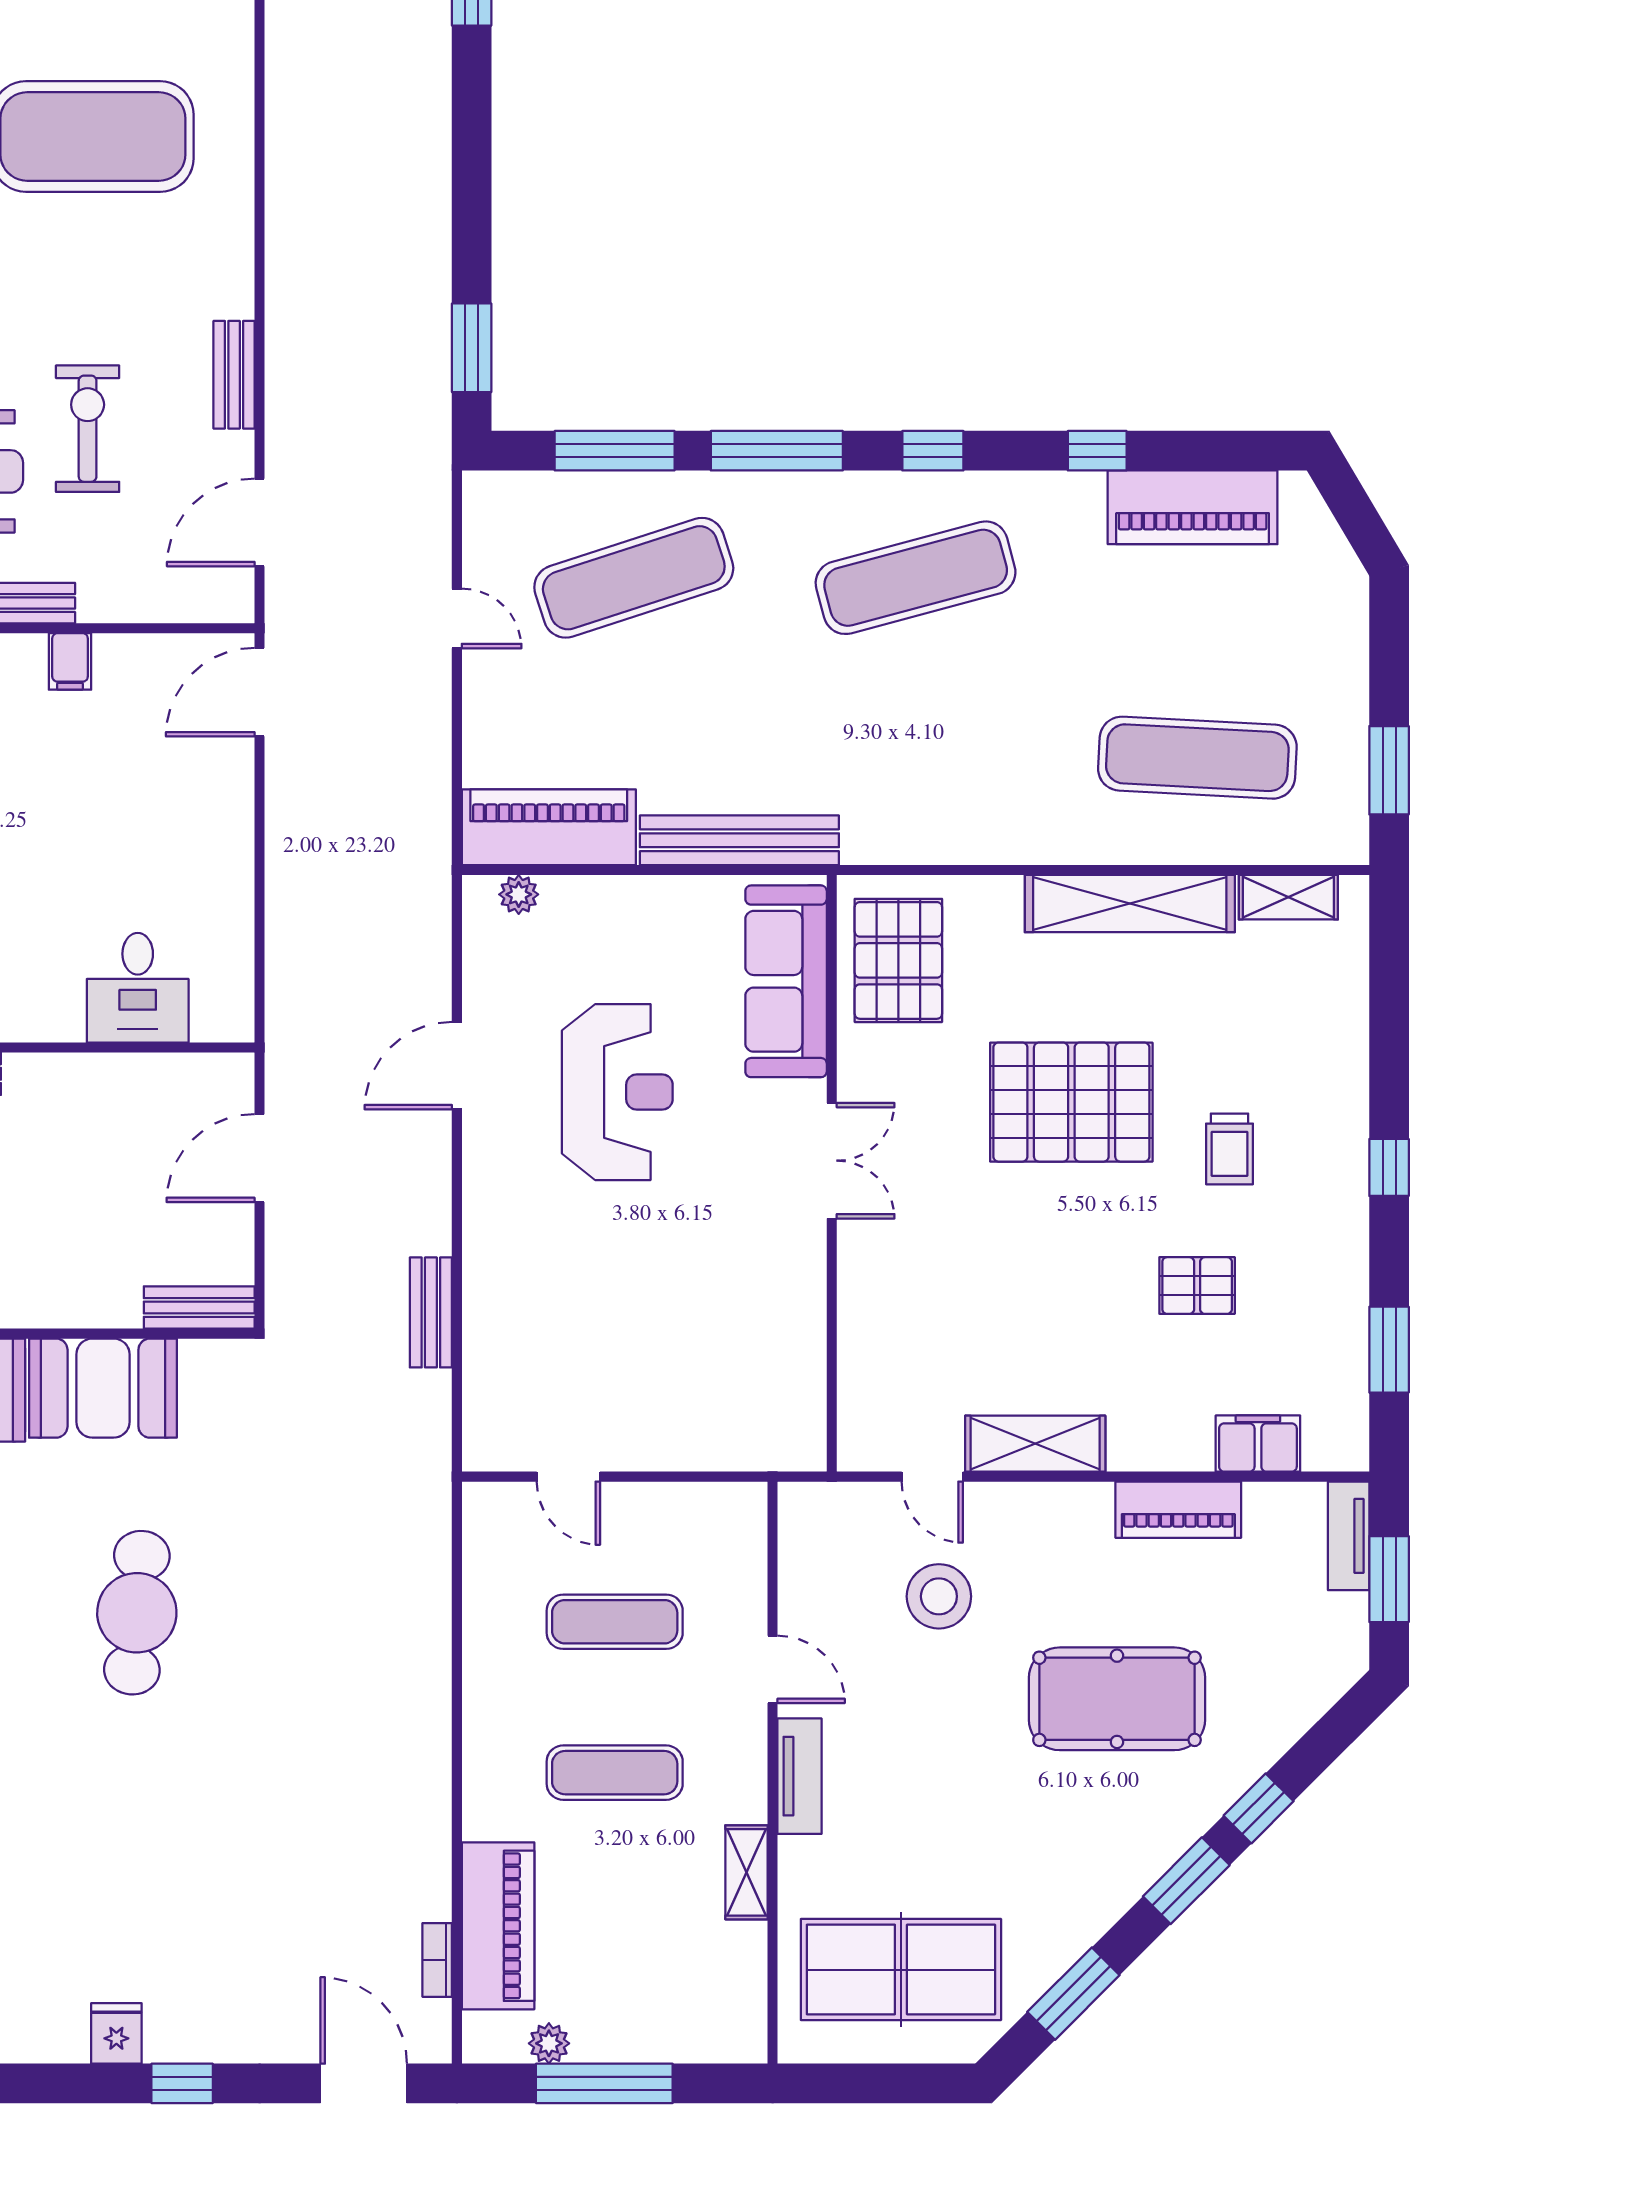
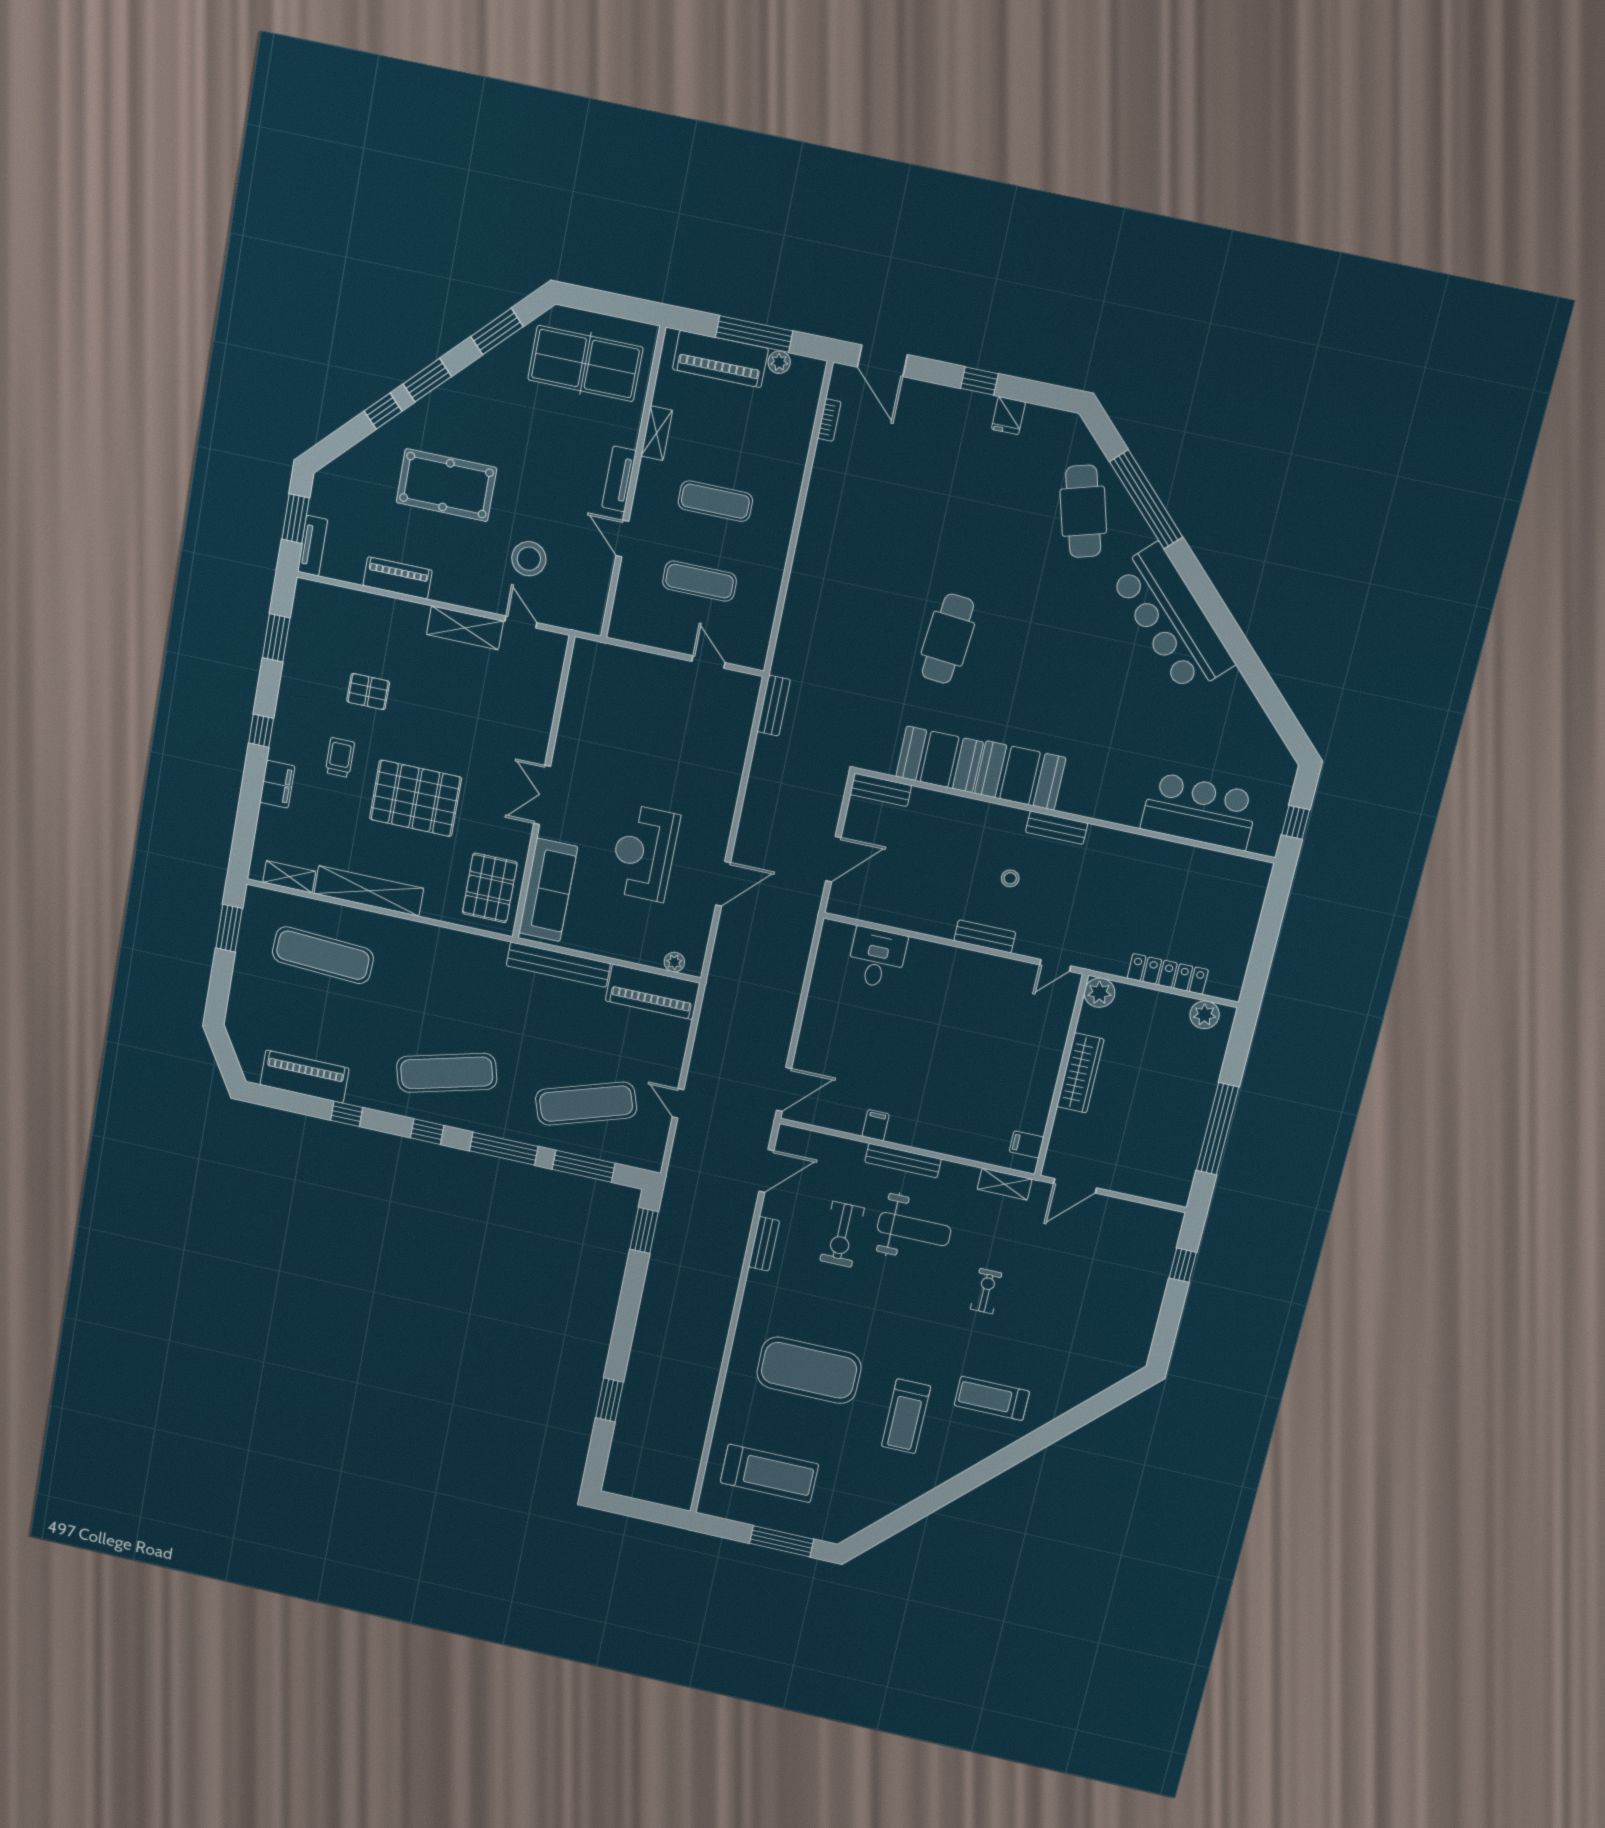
bench: (431, 1312) -> (774, 706), moved
filing cabinet: (1258, 1444) -> (277, 784), moved, turned -90
piano: (498, 1926) -> (720, 359), moved, turned -90

